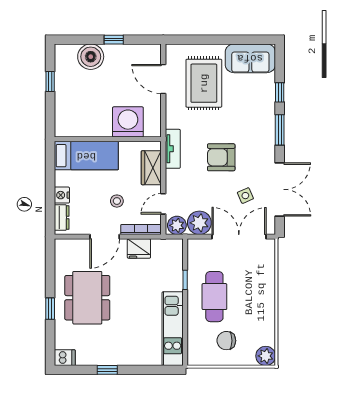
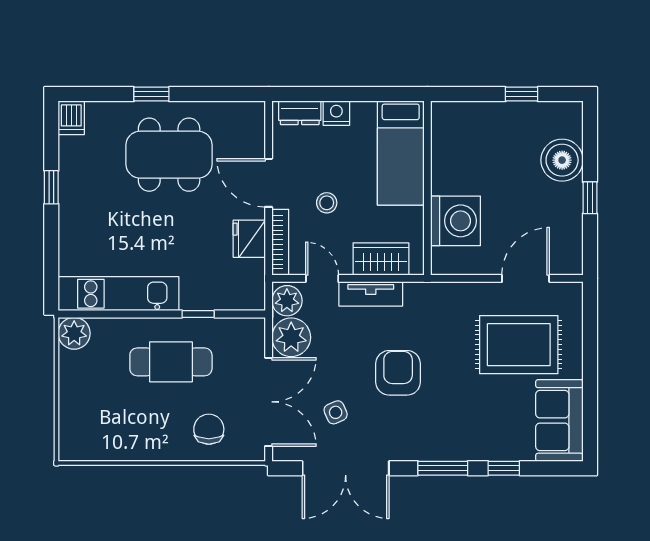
tv unit: (173, 149) -> (371, 294), moved
chair: (226, 341) -> (209, 429), moved
plant: (266, 356) -> (74, 333), moved

